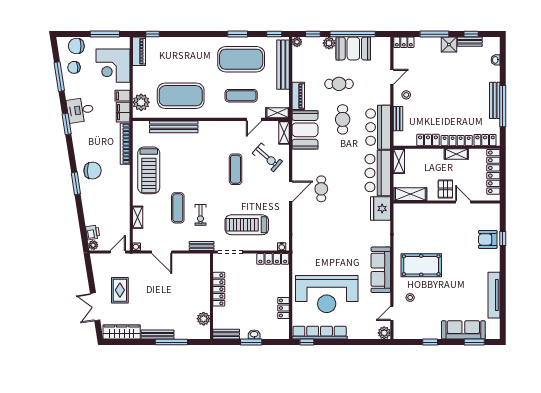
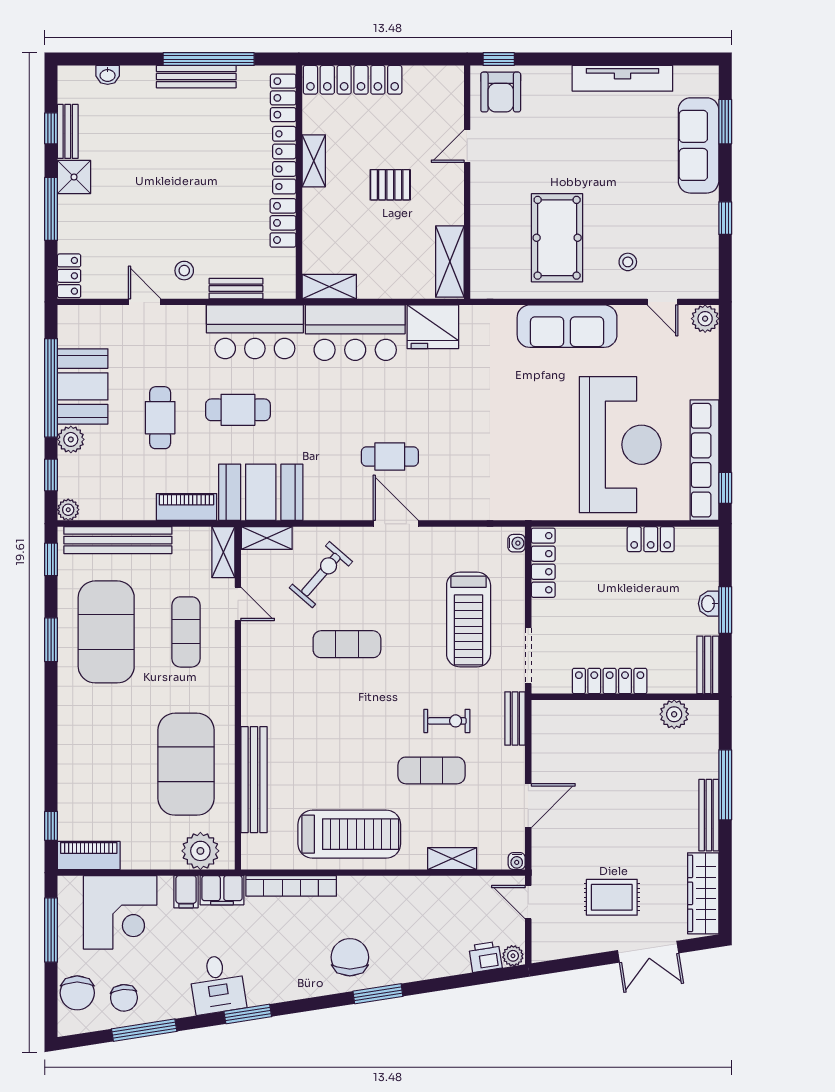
shelving: (410, 194) -> (450, 262), moved
wall: (447, 202) -> (467, 182), moved
door: (463, 202) -> (467, 146), moved

